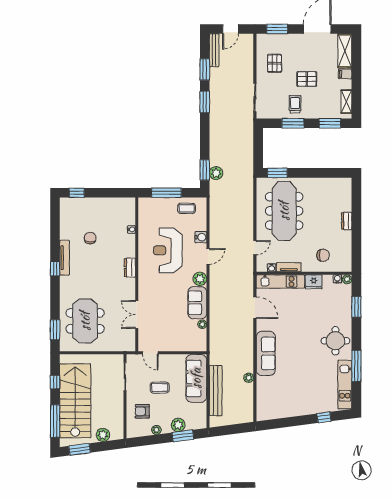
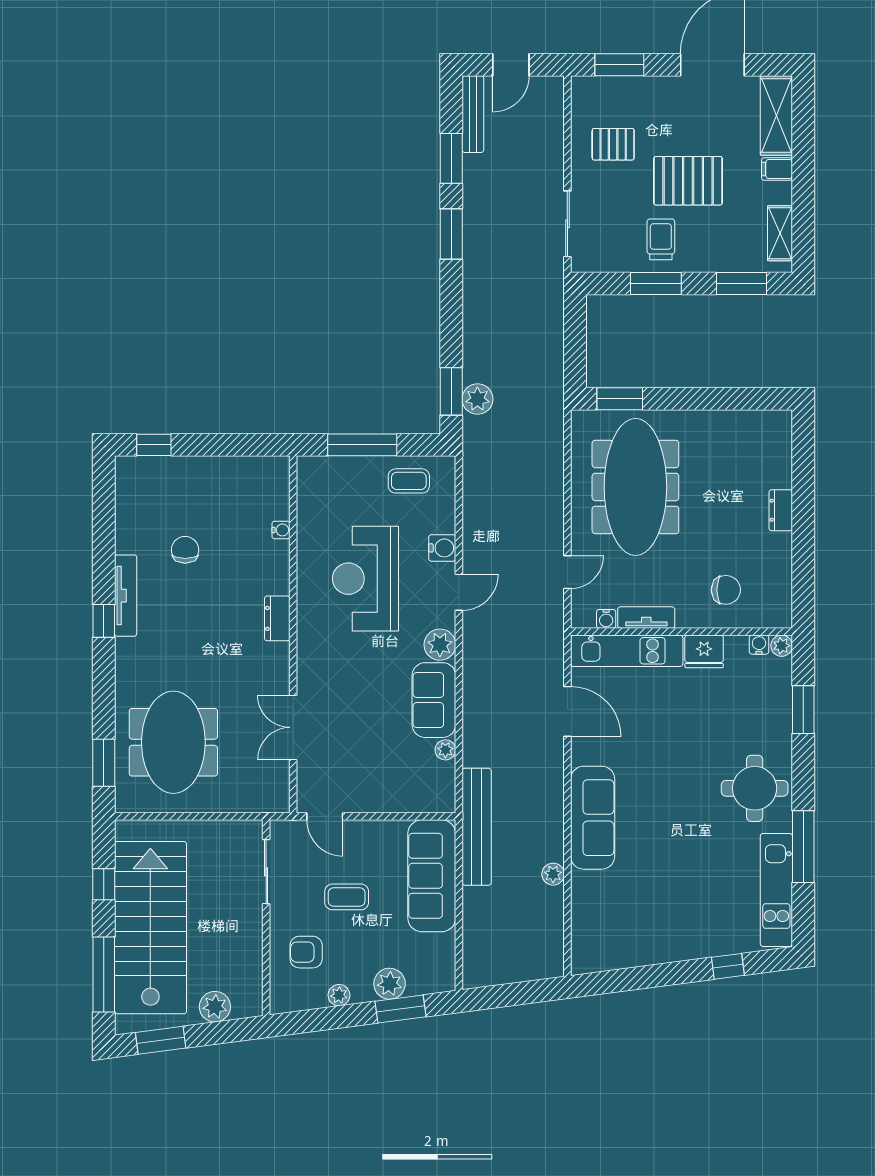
pallet: (275, 63) -> (613, 144), turned 90
pallet: (307, 79) -> (688, 181), width x1.50, depth x1.42
bench: (216, 391) -> (477, 827), moved

